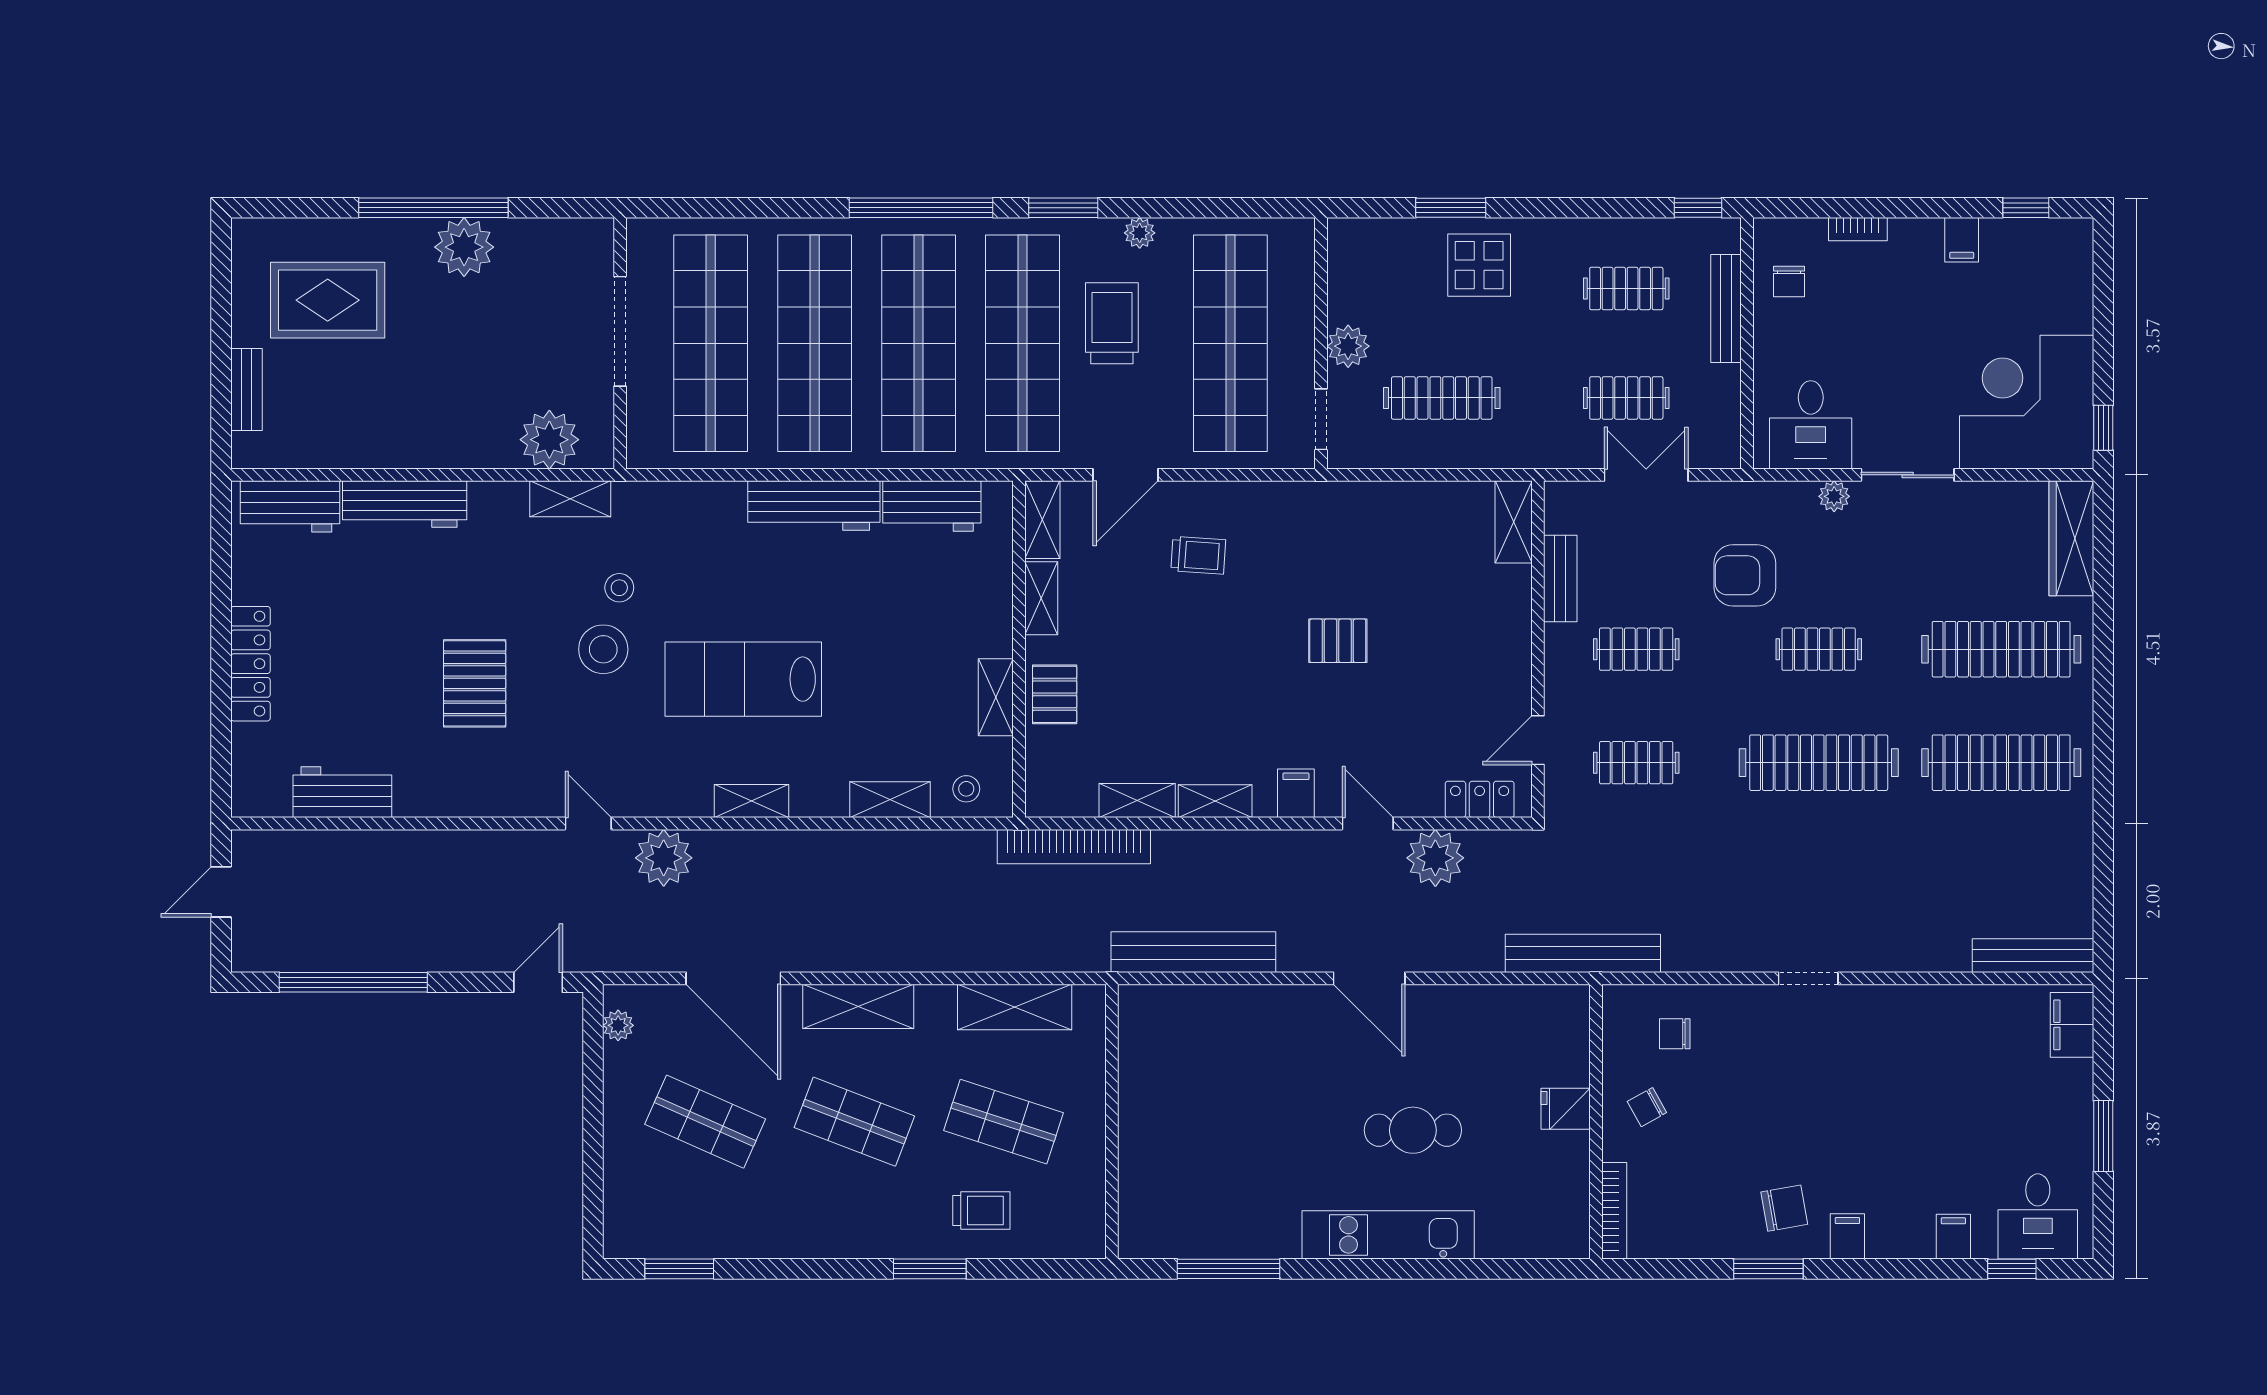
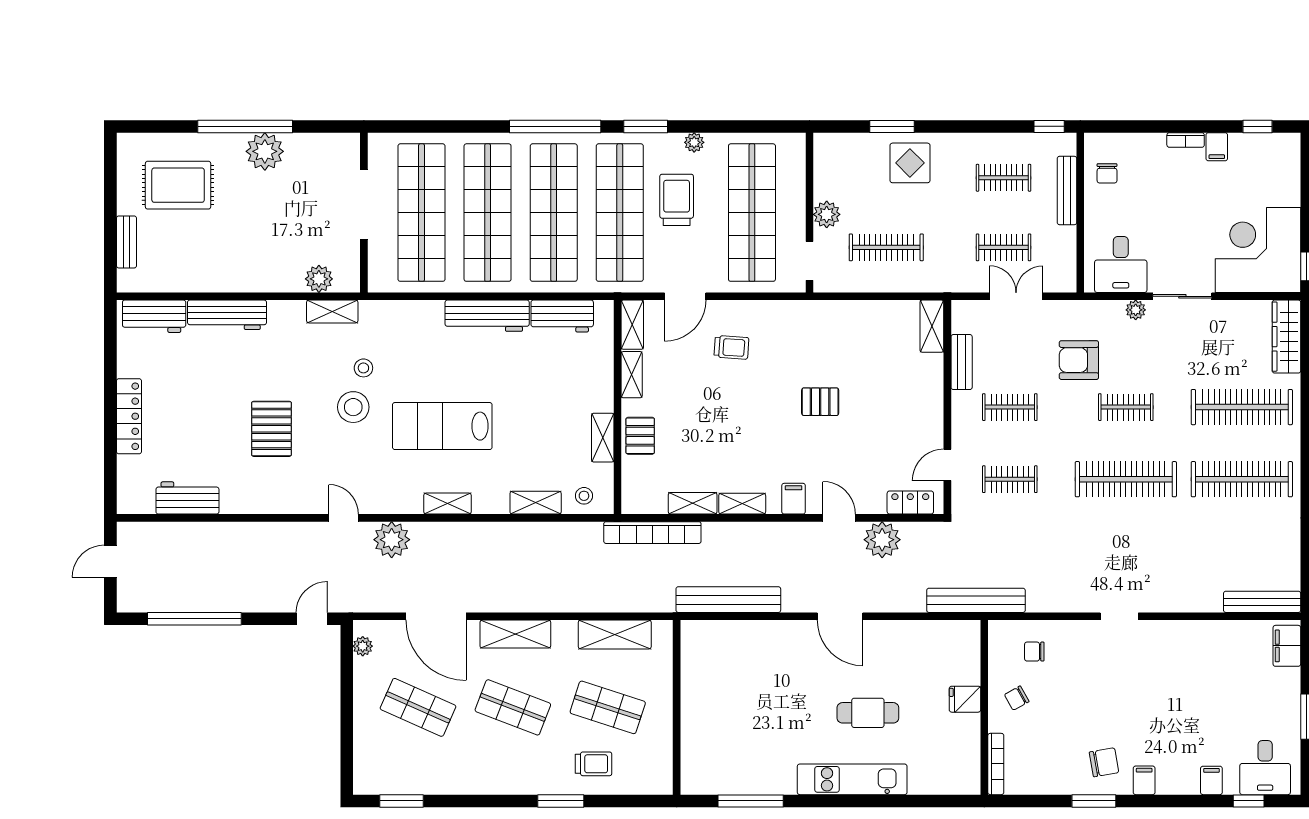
bookcase: (1858, 229) -> (1186, 140), moved
plant: (549, 440) -> (319, 279), width x0.73, depth x0.73

